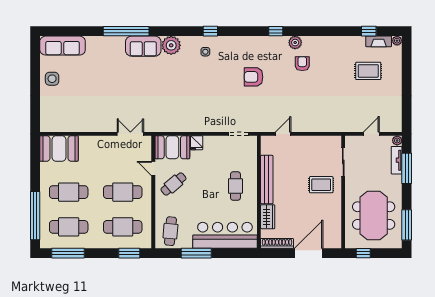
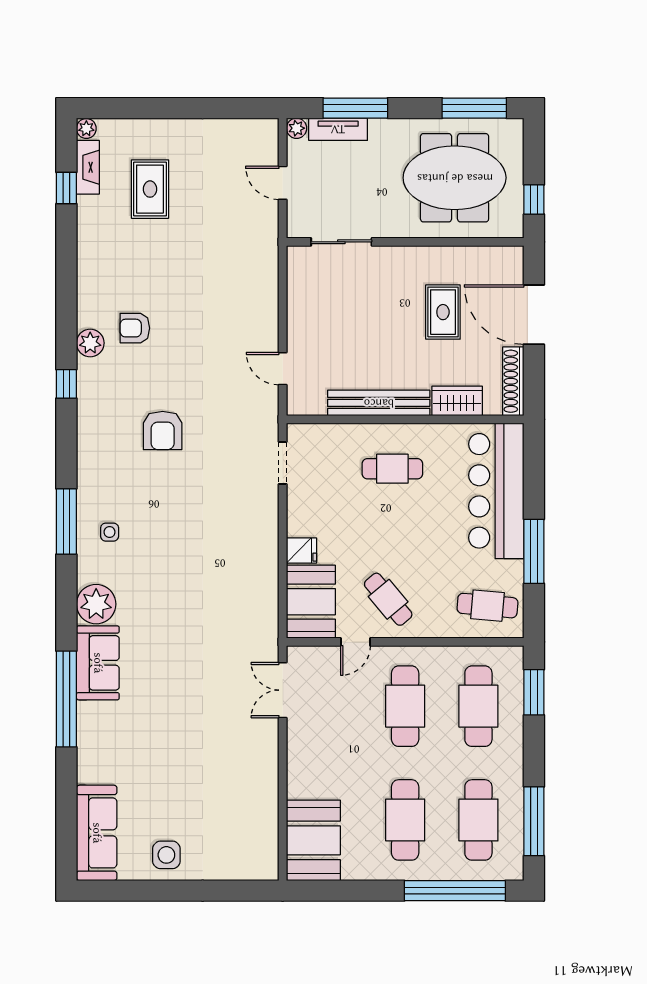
window: (210, 31) -> (66, 522), width x2.17
rug: (321, 185) -> (443, 312), moved

